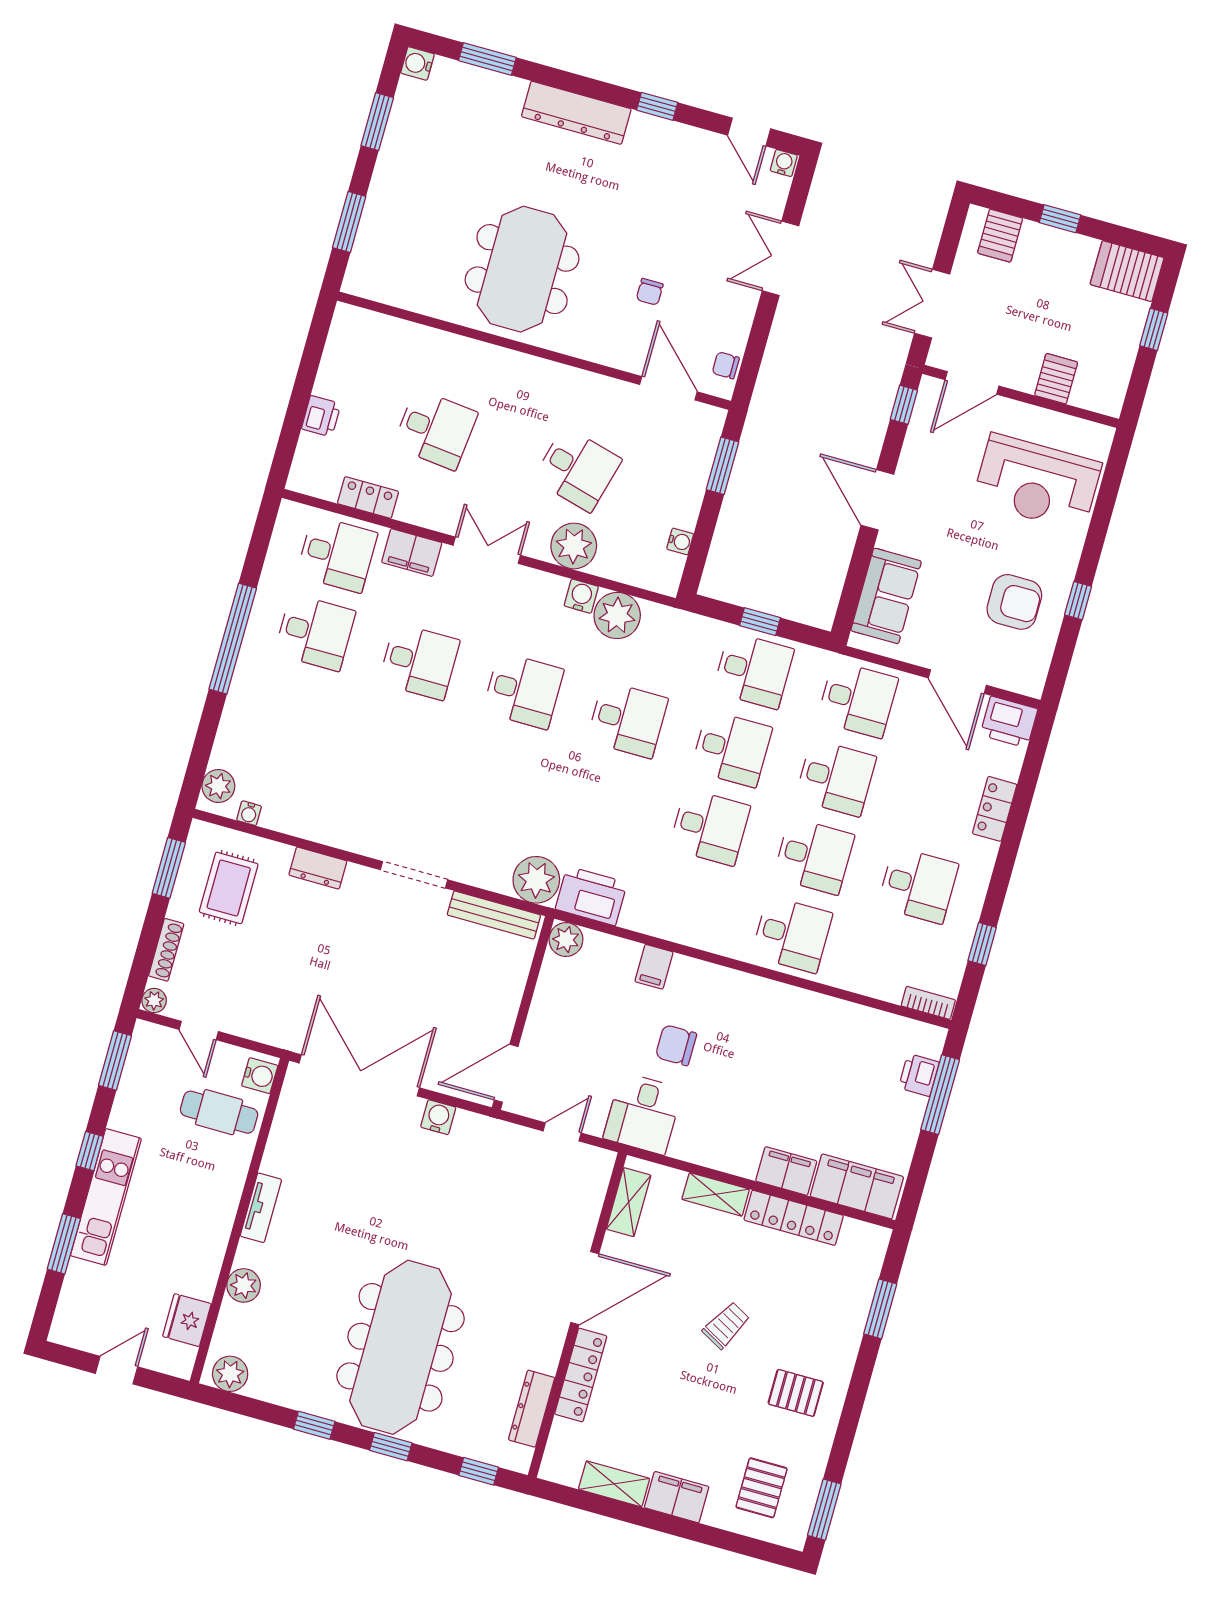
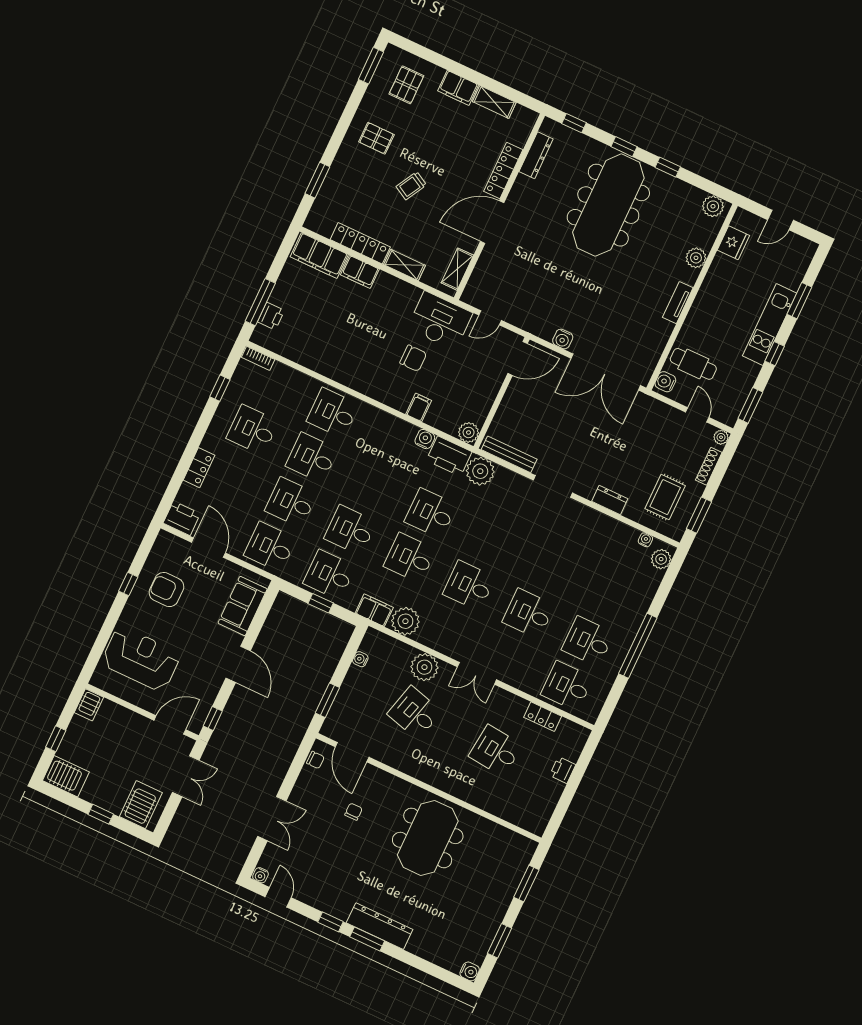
window: (487, 59) -> (367, 939), moved
server rack: (1000, 236) -> (141, 805), width x1.36, depth x1.44
server rack: (1056, 379) -> (89, 705), moved
filing cabinet: (412, 552) -> (374, 610), moved
water cooler: (581, 596) -> (425, 439), moved, turned 180
desk: (710, 827) -> (431, 513), moved
desk: (643, 1113) -> (440, 321), width x1.37

